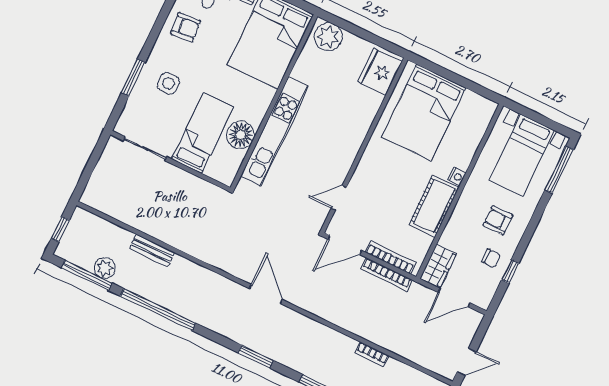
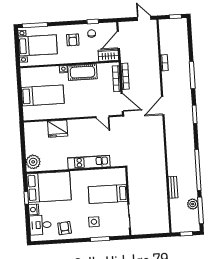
fridge: (380, 72) -> (58, 129), moved
bed: (424, 112) -> (43, 95), width x0.67
kitchen unit: (275, 131) -> (89, 162), width x0.73
floor lamp: (241, 135) -> (99, 177), removed
door: (266, 294) -> (163, 106), moved
door: (454, 298) -> (118, 40), swing flipped

